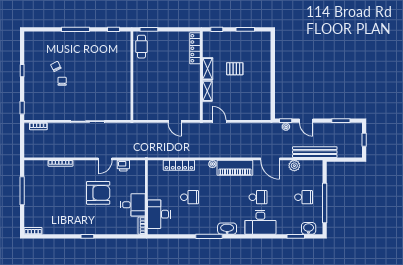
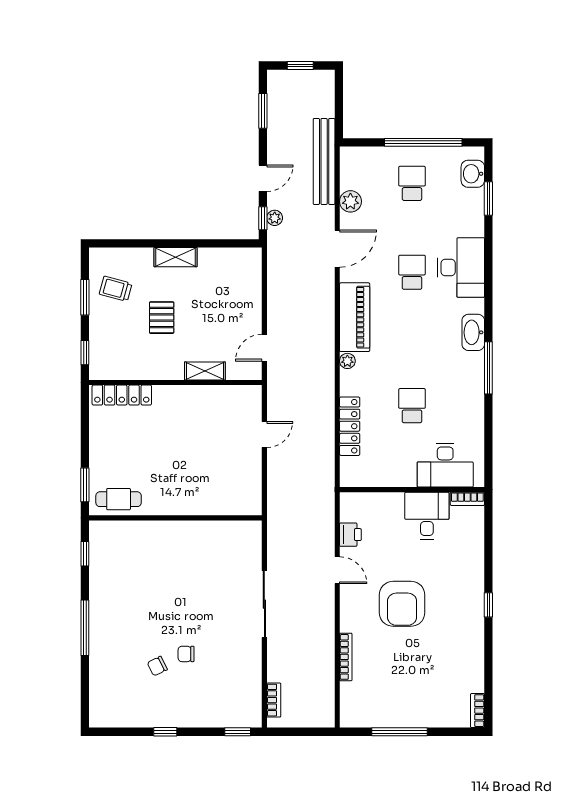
trolley: (249, 45) -> (116, 289), added
shelving: (208, 69) -> (176, 257), moved
armchair: (98, 193) -> (402, 604), moved, turned 180

